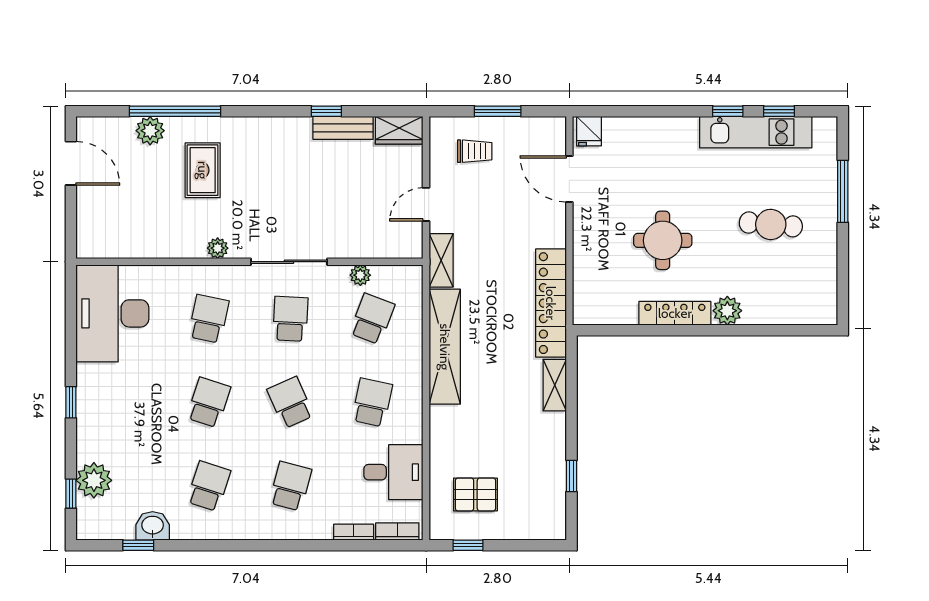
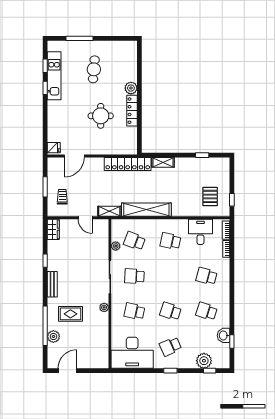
bench: (343, 128) -> (52, 284), moved
school desk: (290, 402) -> (170, 346), moved

